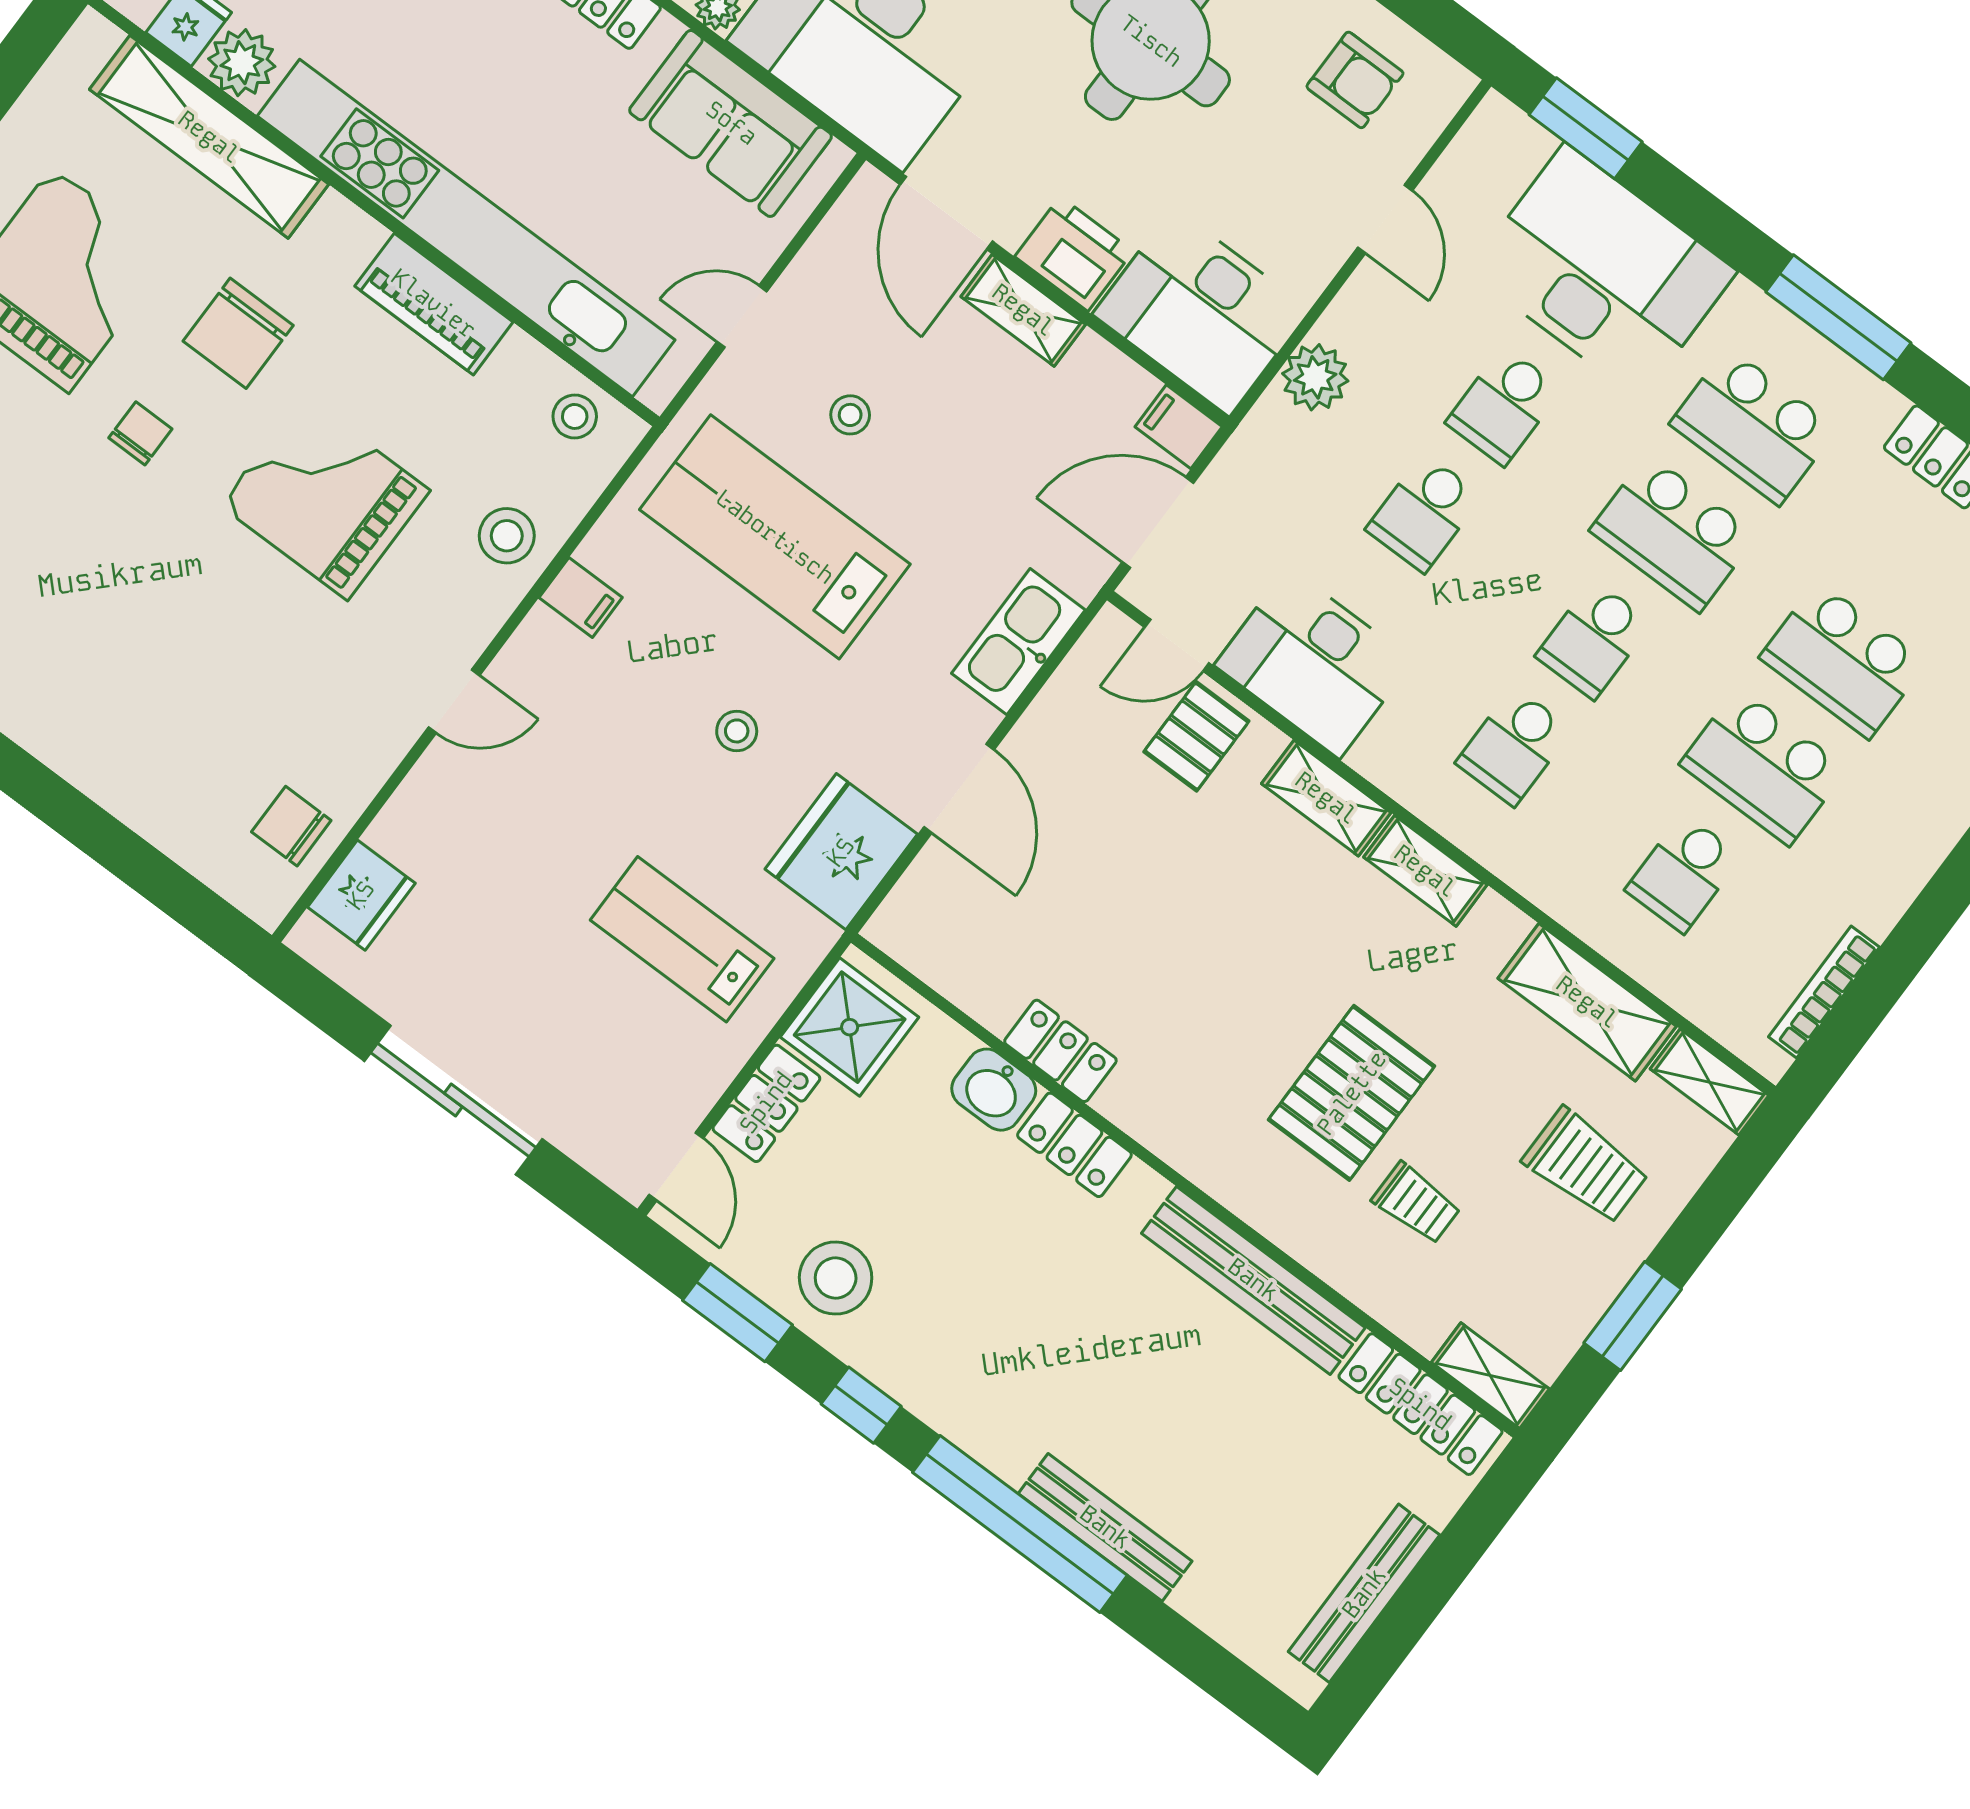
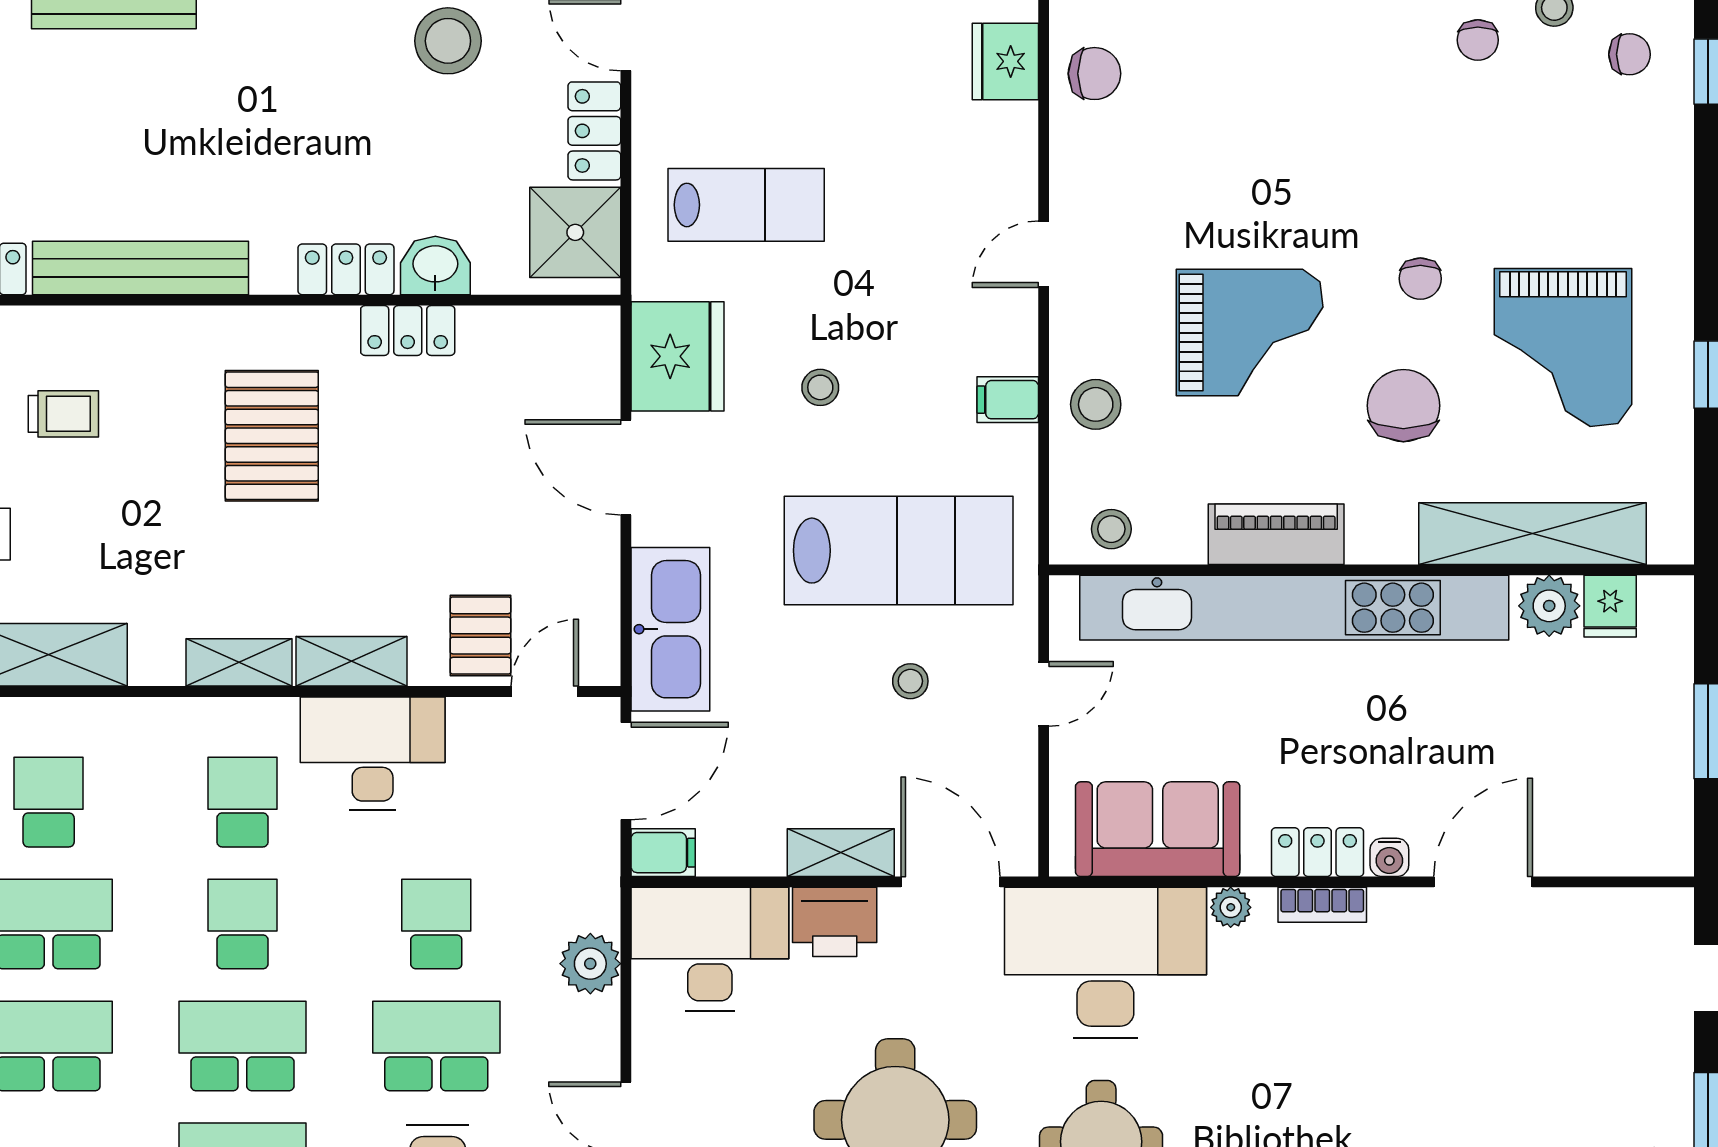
school desk: (1504, 406) -> (436, 1046), width x1.85
kitchen sink: (1018, 642) -> (670, 629), width x1.36, depth x1.24
desk: (1314, 663) -> (373, 754), moved
pallet: (1352, 1093) -> (272, 436), moved
trolley: (1416, 1203) -> (63, 414), turned 180

